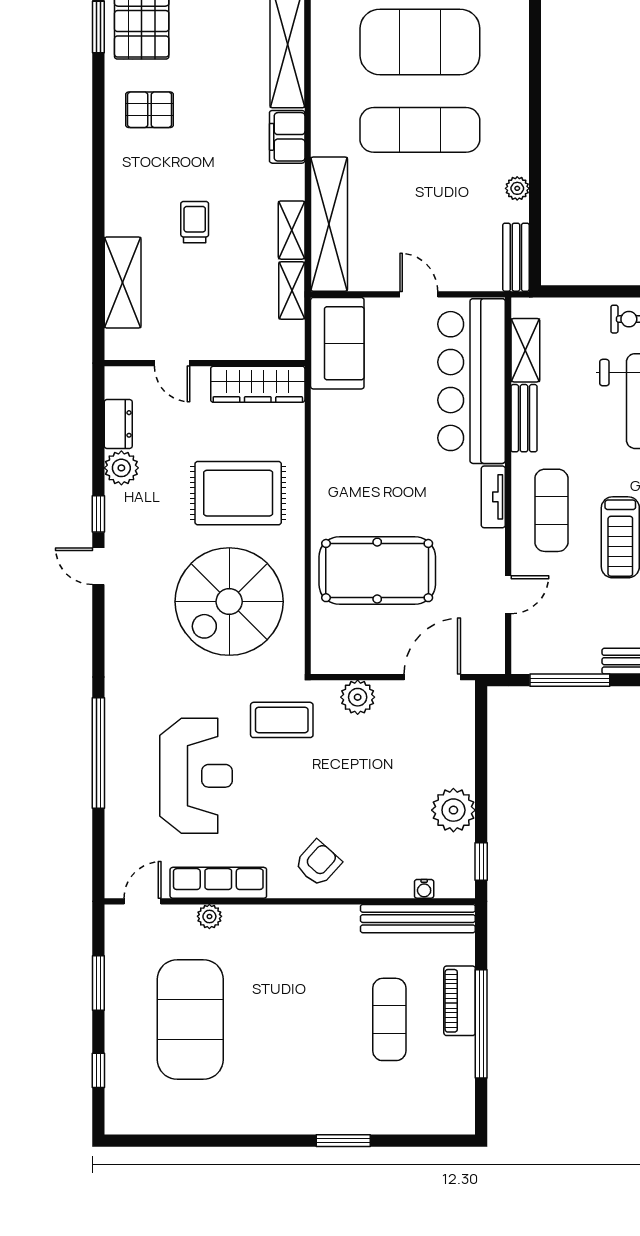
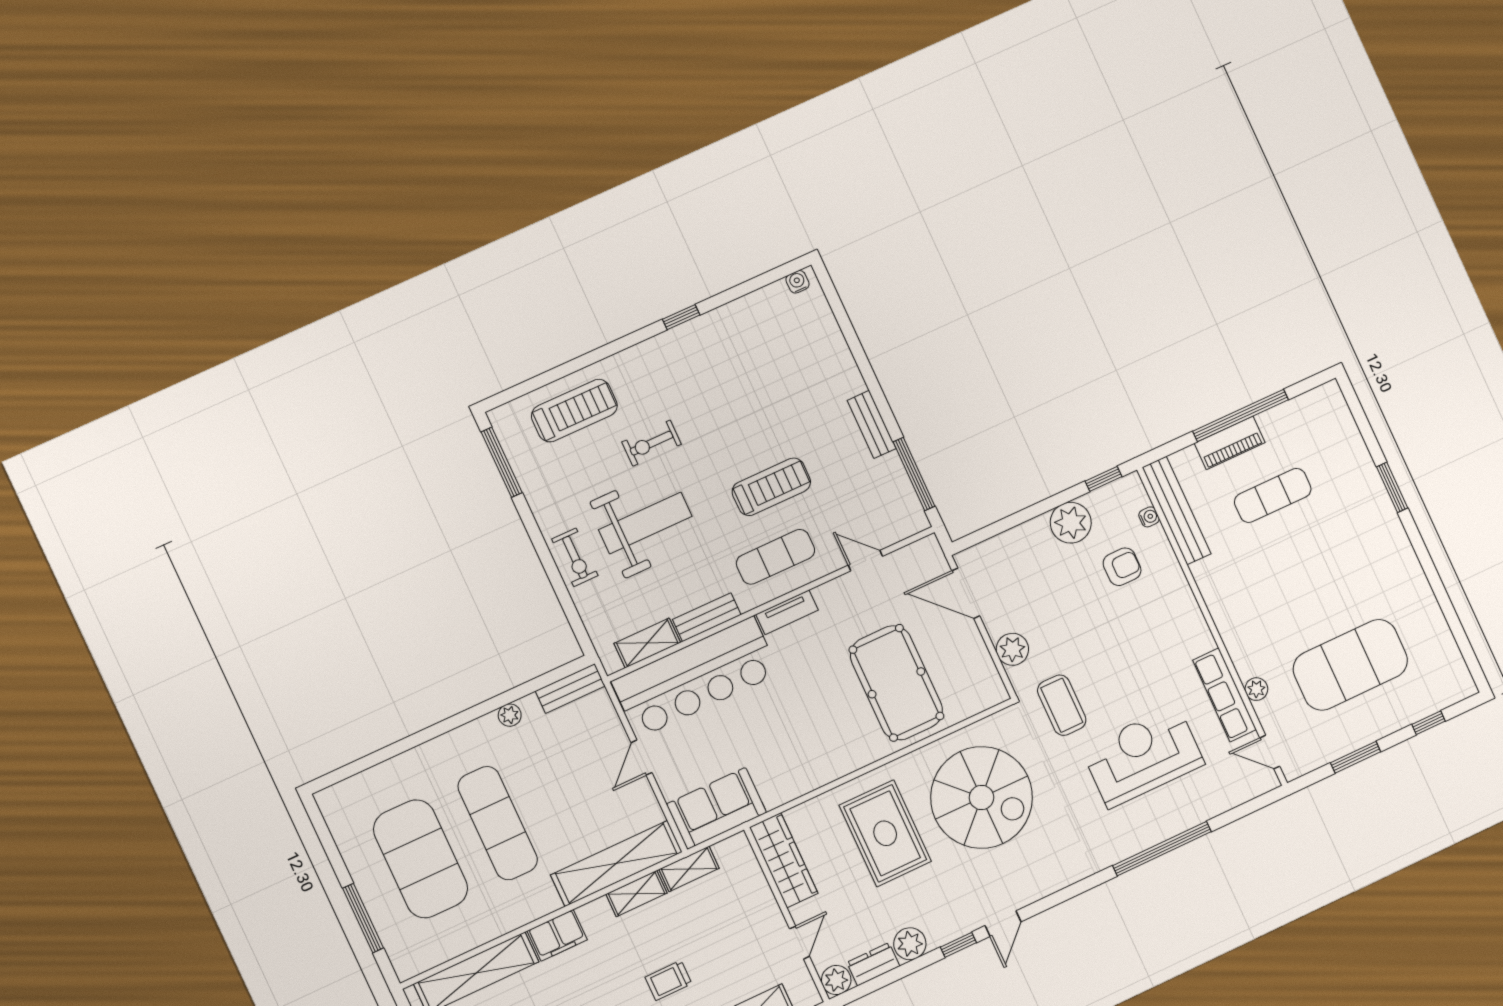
plant: (120, 382) -> (836, 980), added
armchair: (318, 863) -> (1122, 567), moved, turned 138

